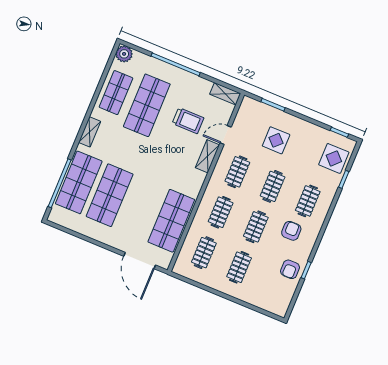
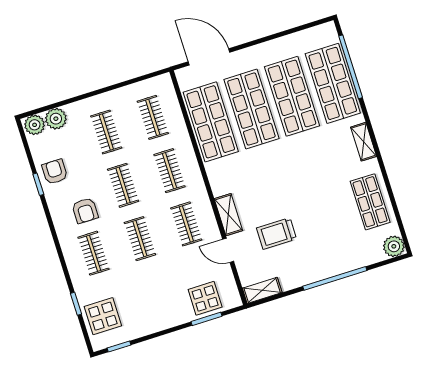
shop shelf: (147, 105) -> (251, 109), moved
door: (226, 135) -> (228, 250), swing flipped
display table: (276, 140) -> (205, 298), moved
plant: (263, 301) -> (56, 119), added
plant: (278, 308) -> (35, 125), added

